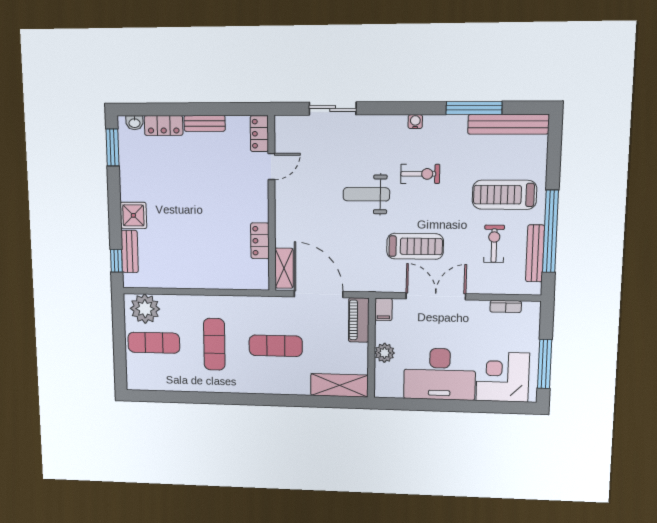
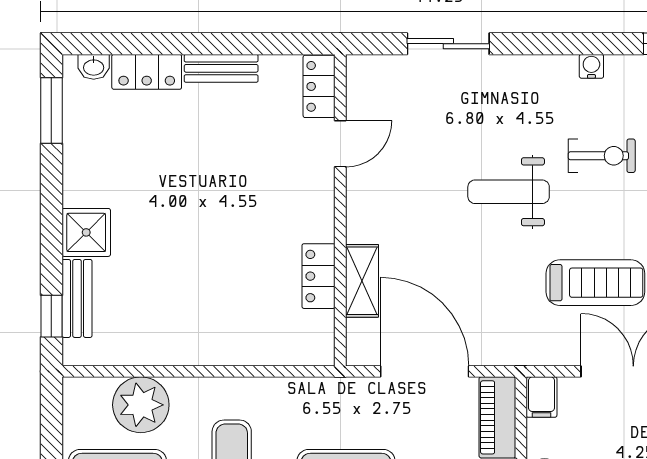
shelving: (284, 268) -> (362, 281), moved
plant: (145, 309) -> (141, 405), moved

